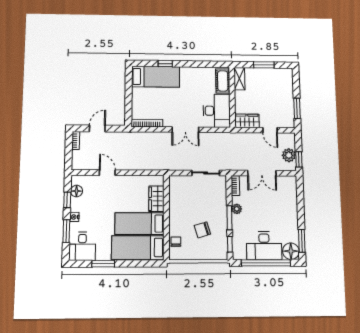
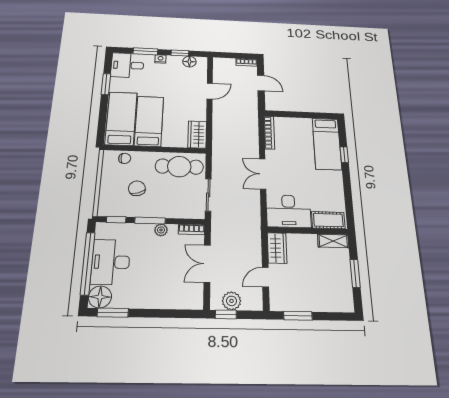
cafe table: (182, 197) -> (179, 167), added
wardrobe: (156, 199) -> (197, 135), moved, turned -90

